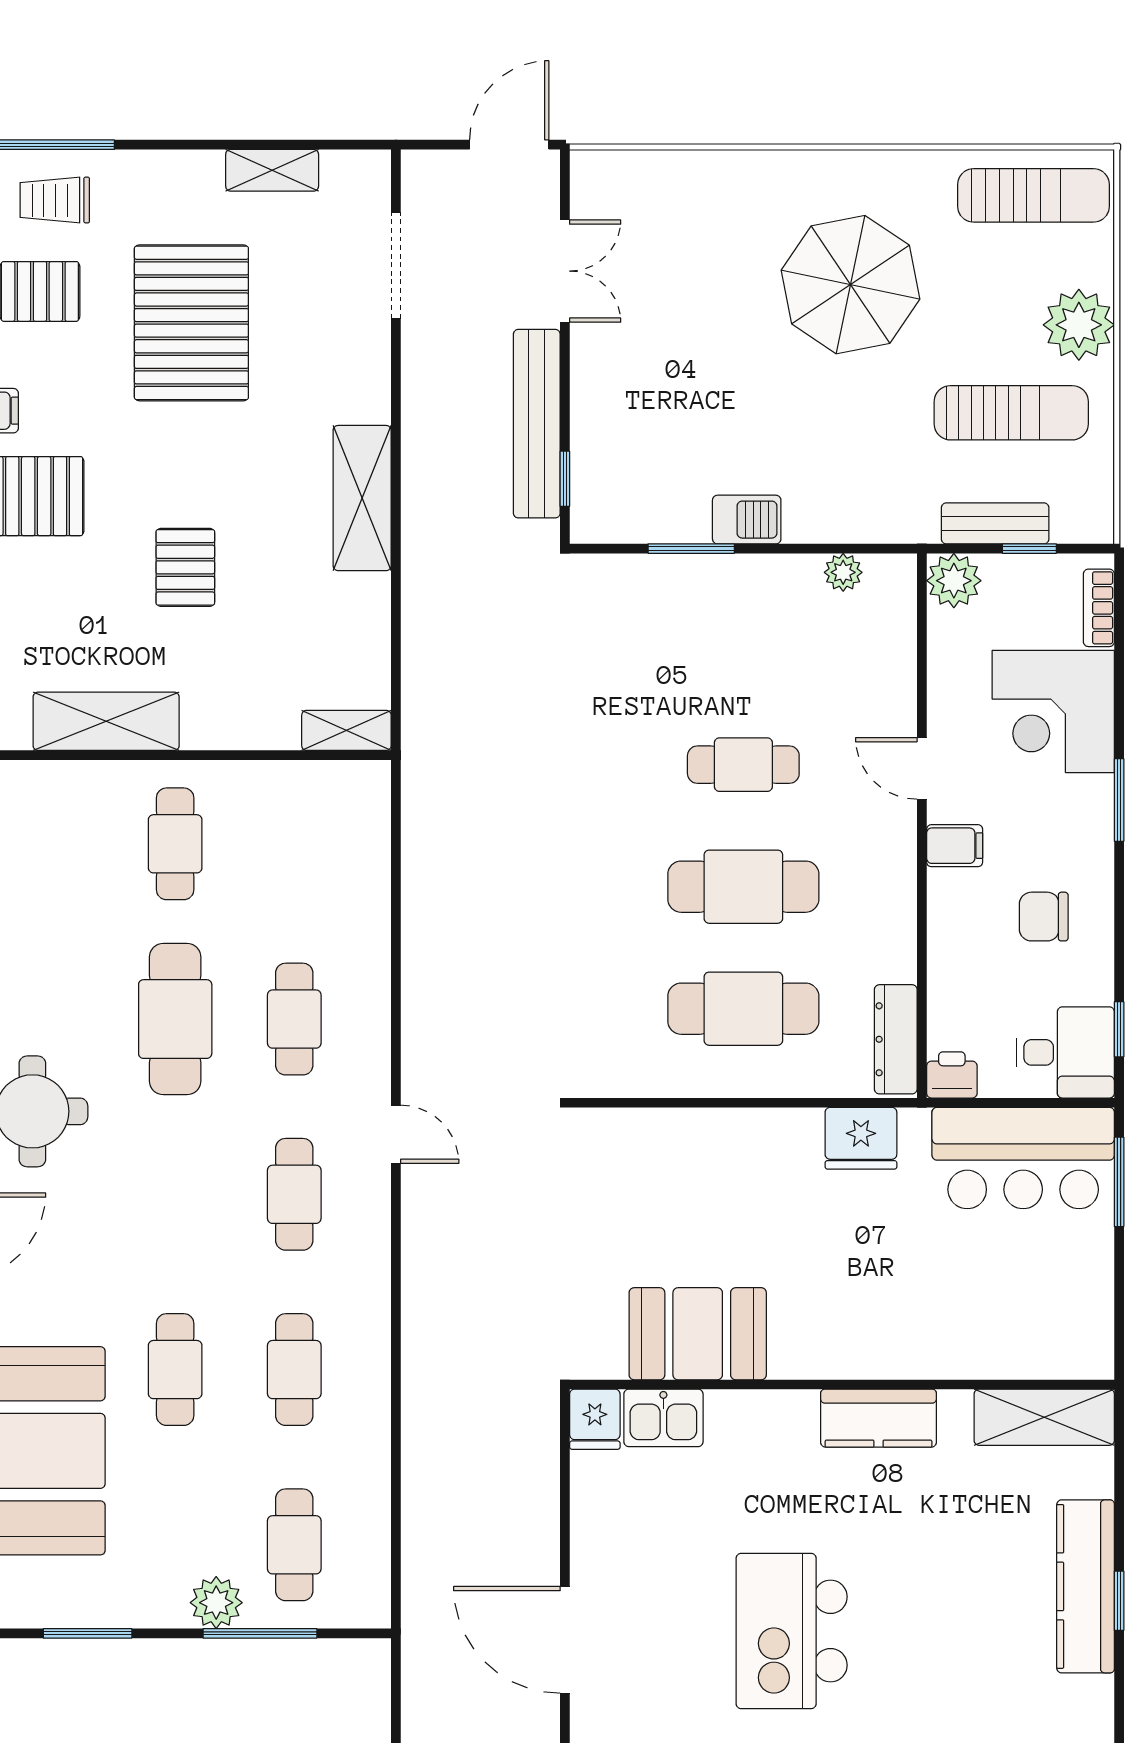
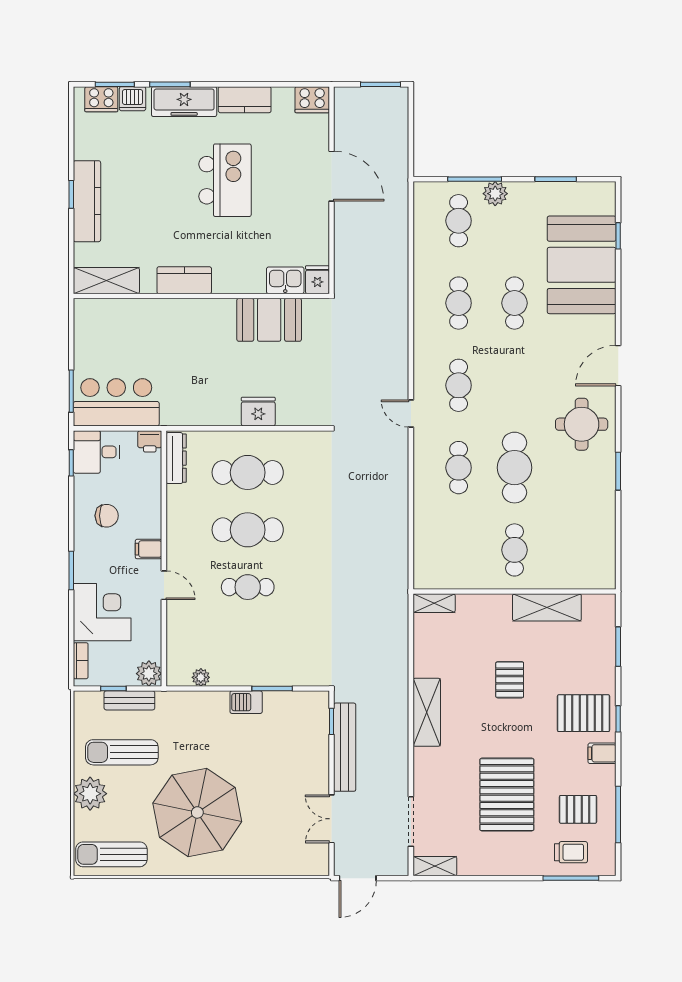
shelving: (272, 170) -> (435, 866), moved
parasol: (850, 285) -> (197, 812), width x1.36, depth x1.36
fridge: (861, 1138) -> (258, 412), moved

